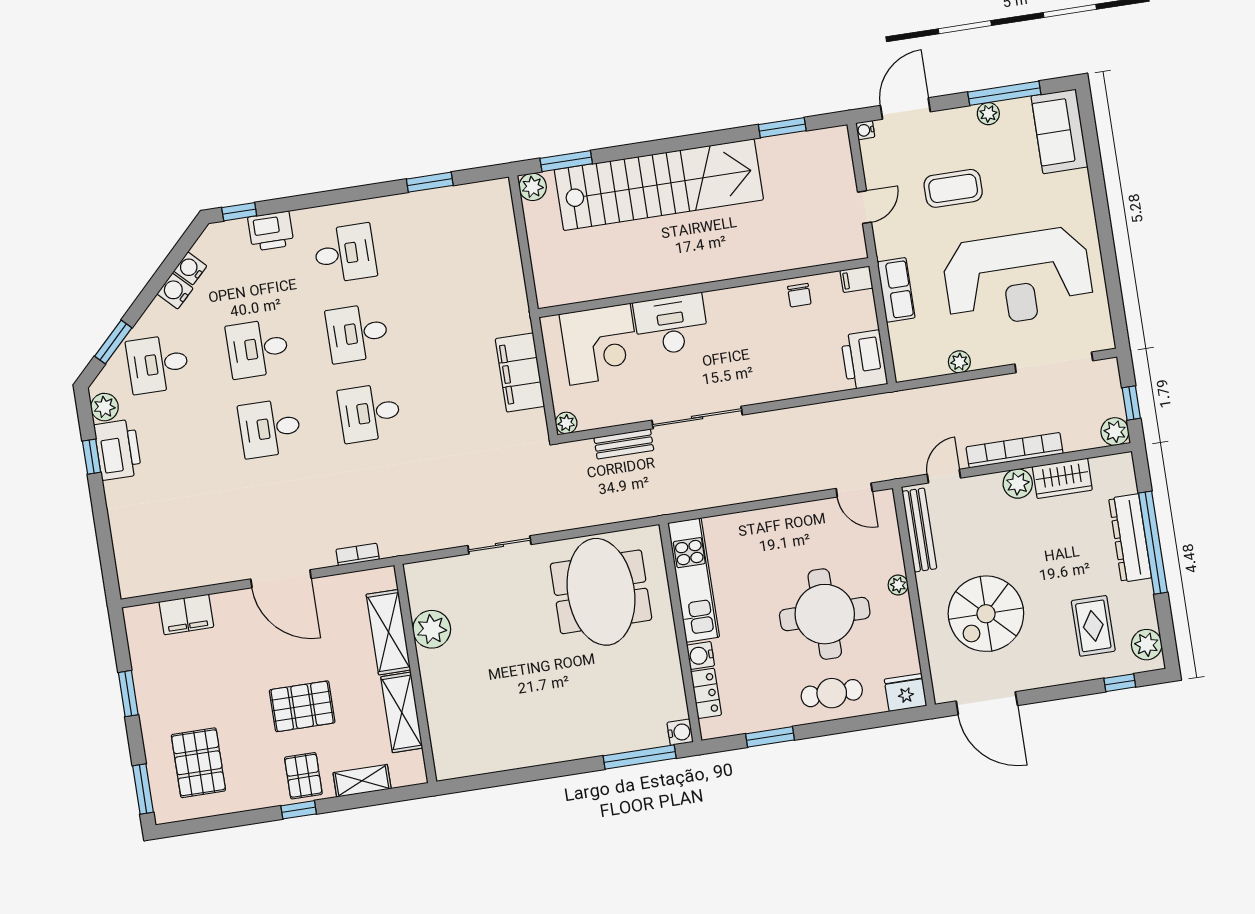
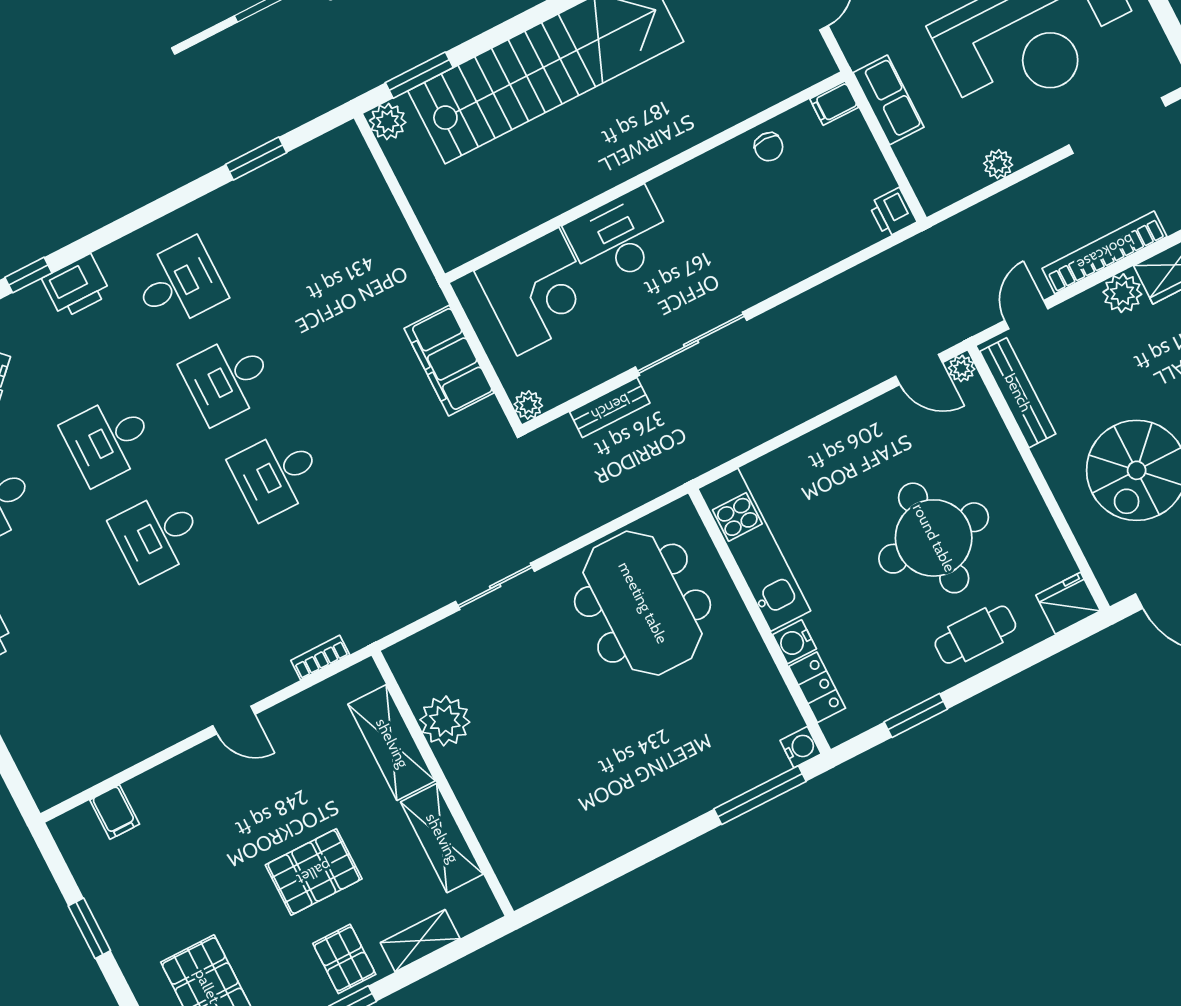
printer: (864, 360) -> (893, 213), width x0.53, depth x0.68
door: (281, 579) -> (234, 720), width x0.53
plant: (898, 585) -> (962, 368), moved
filing cabinet: (186, 614) -> (115, 812), width x0.50

